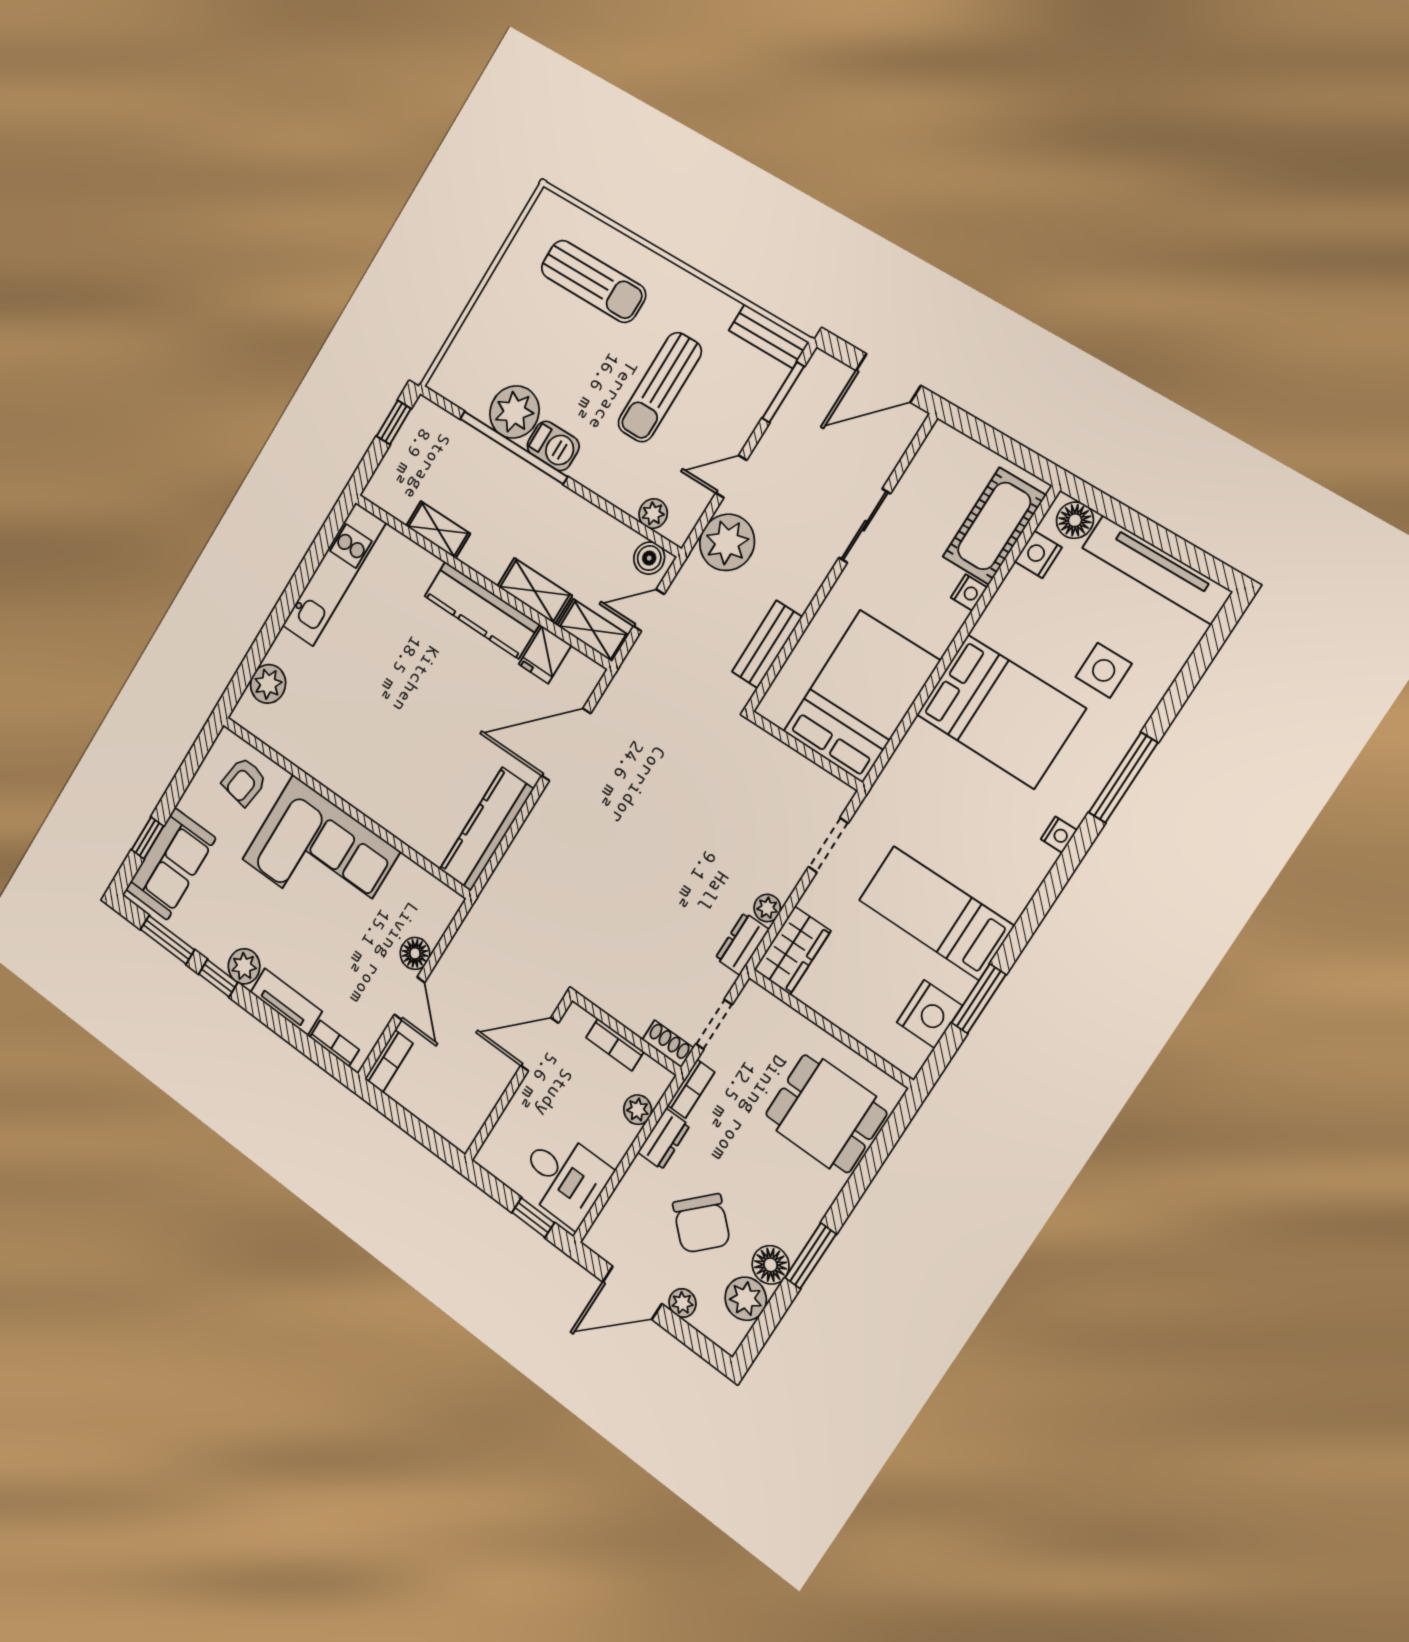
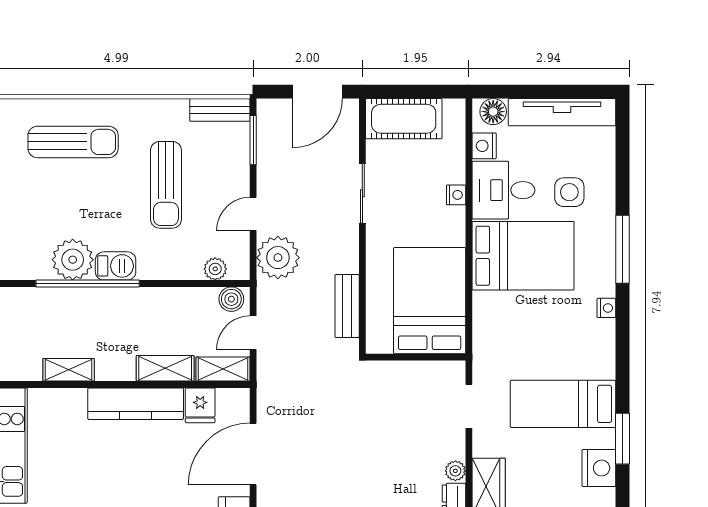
cot: (994, 526) -> (404, 119), moved, turned 90
desk: (1027, 620) -> (503, 190), added

